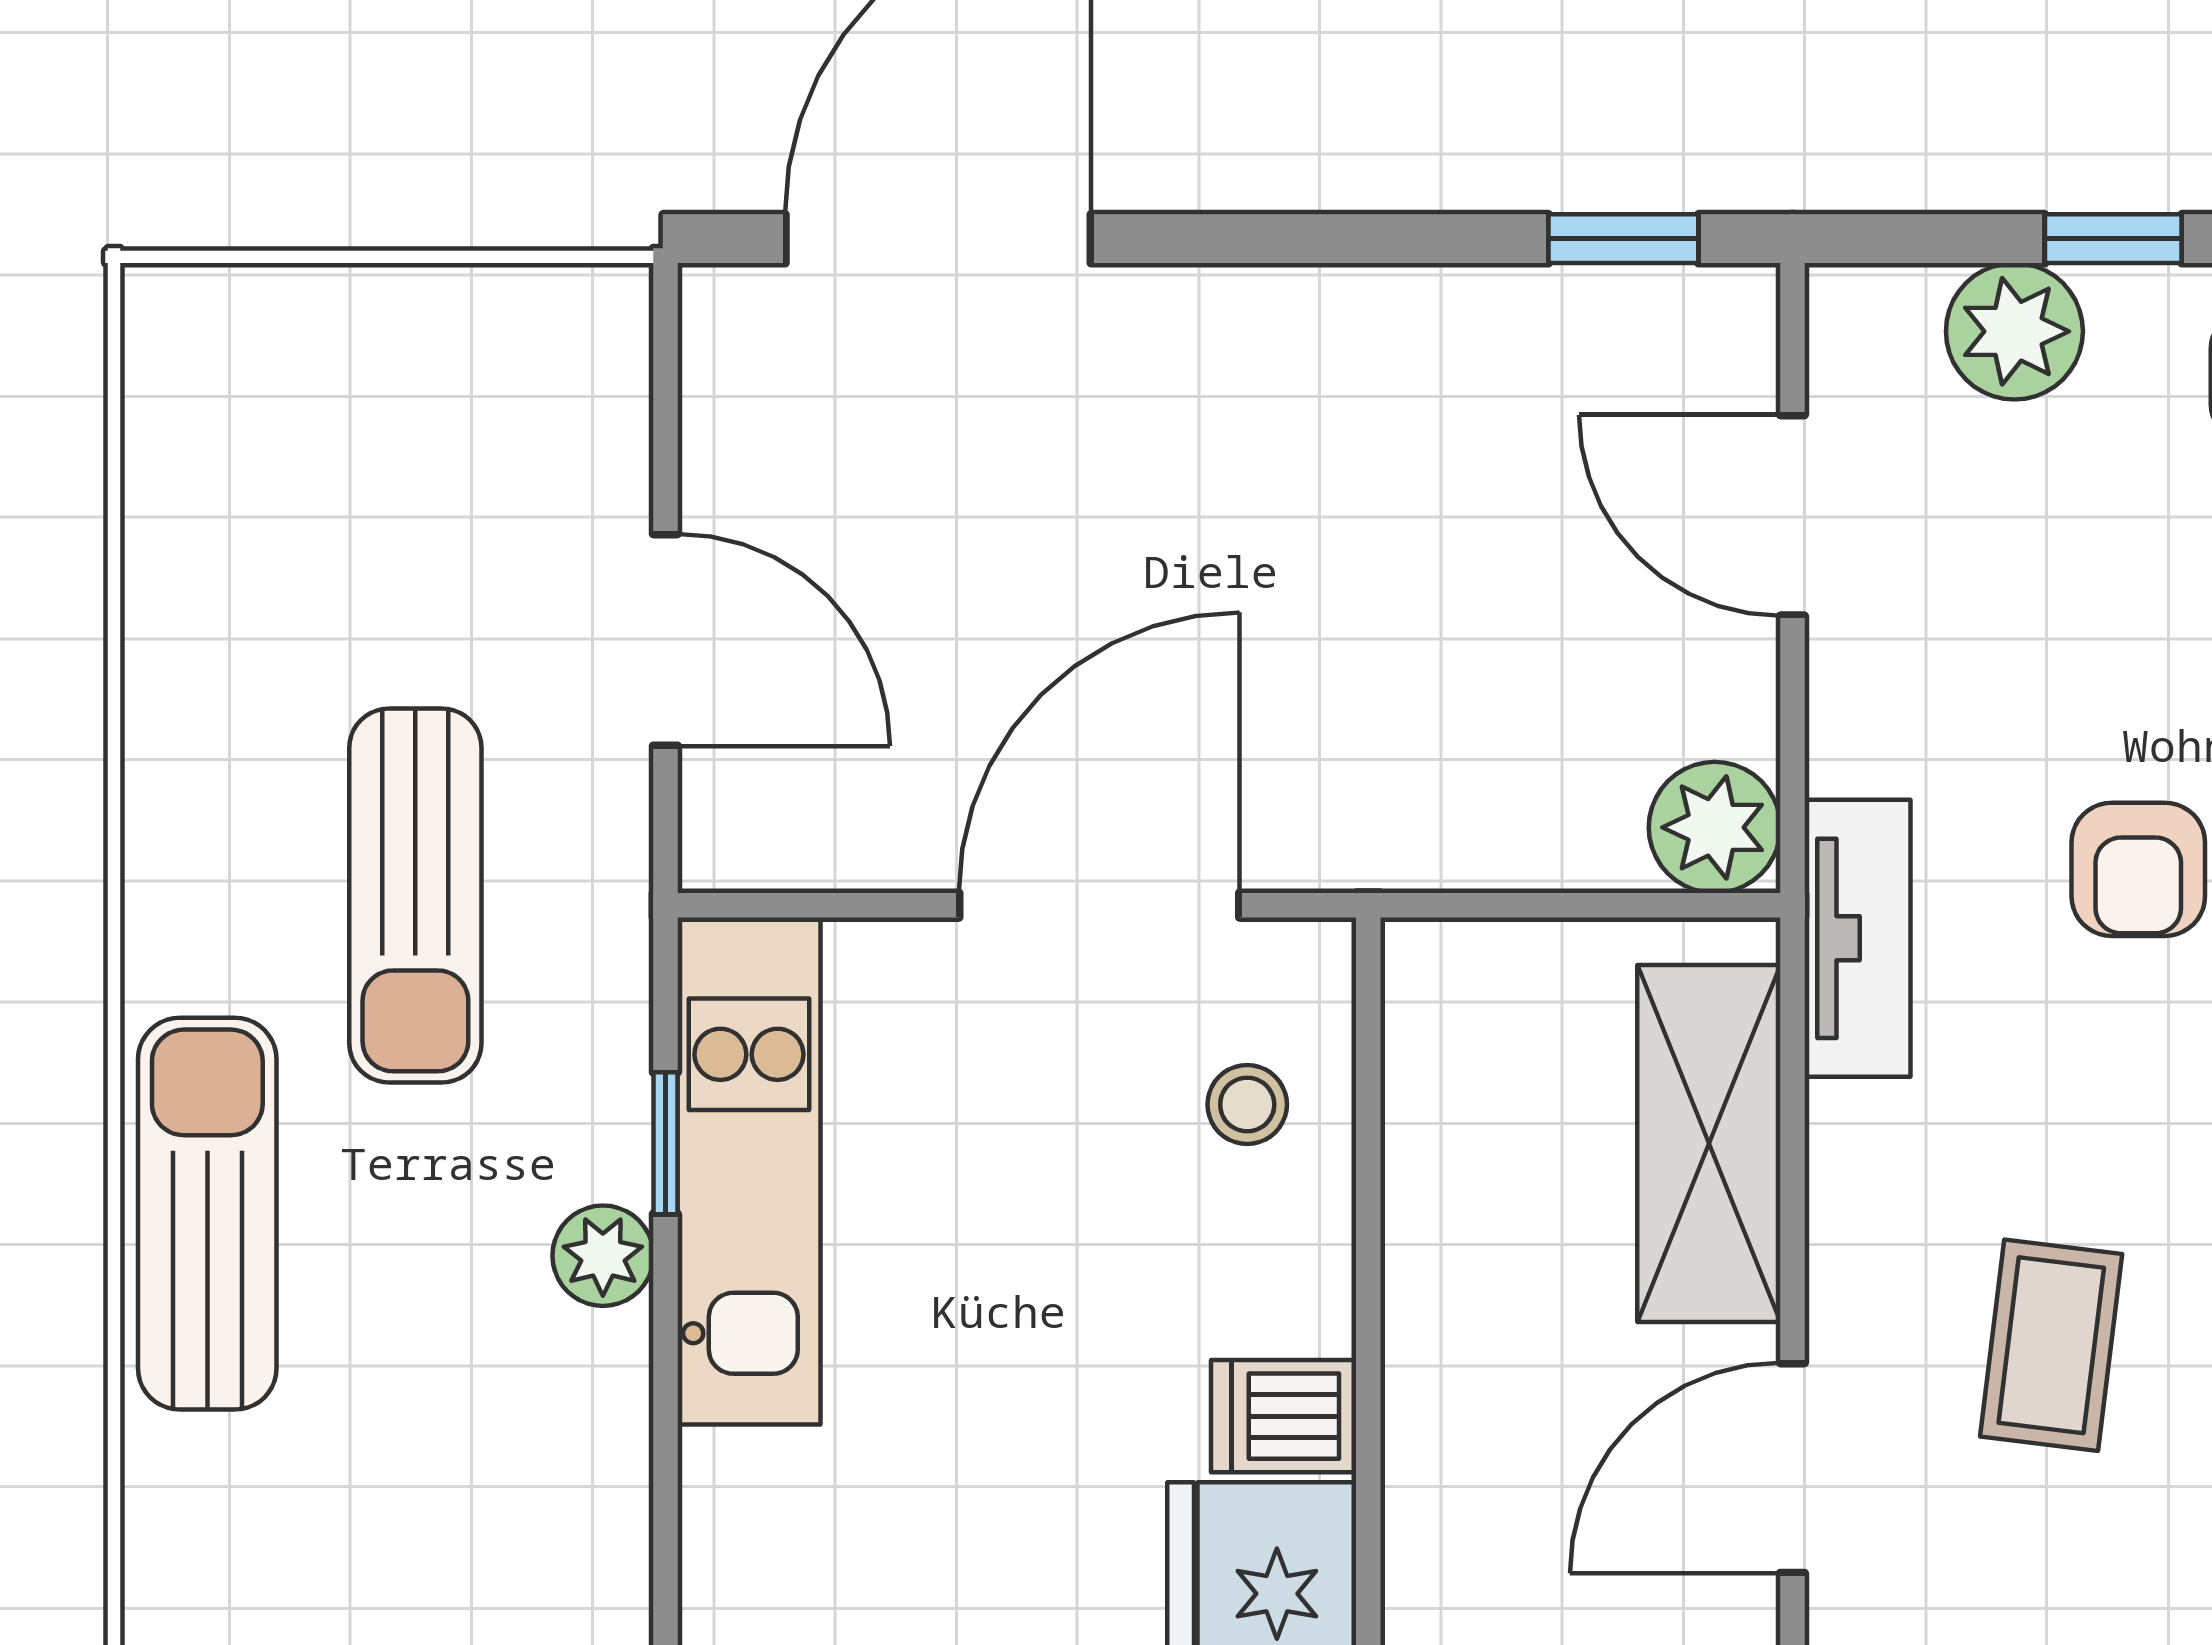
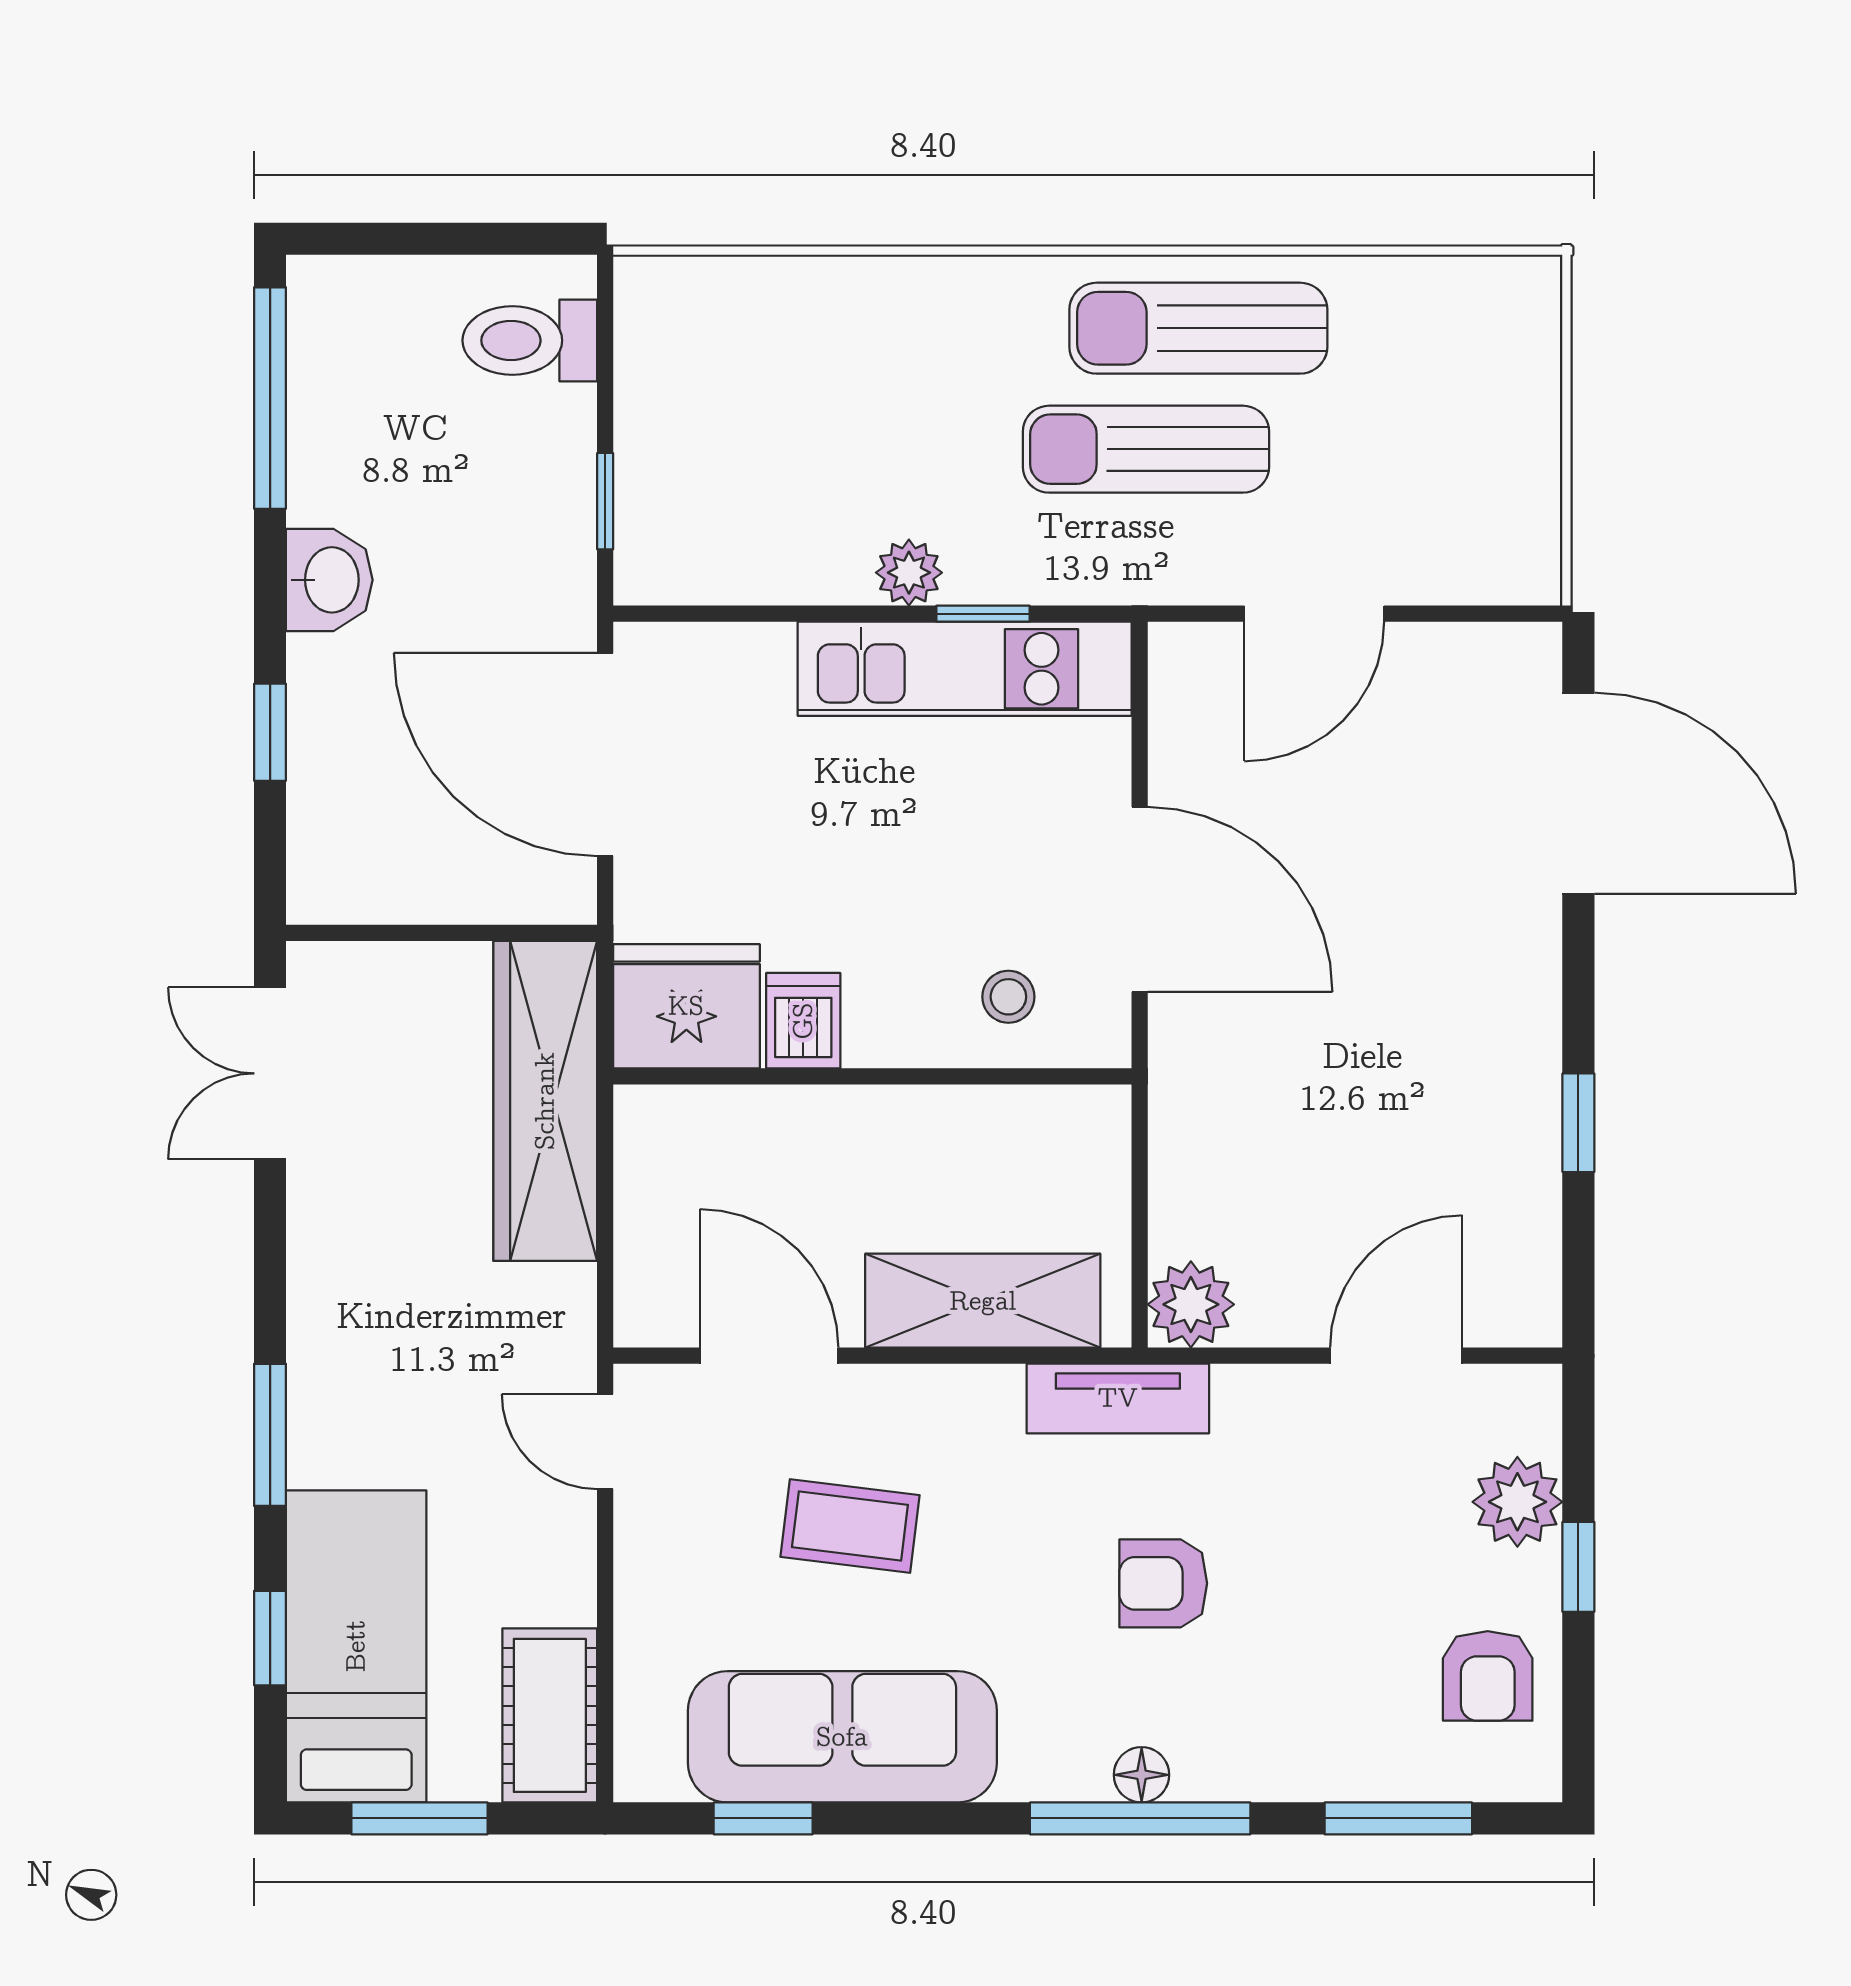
window: (1623, 239) -> (1578, 1123), moved
sun lounger: (207, 1214) -> (1198, 328), moved, turned 180

